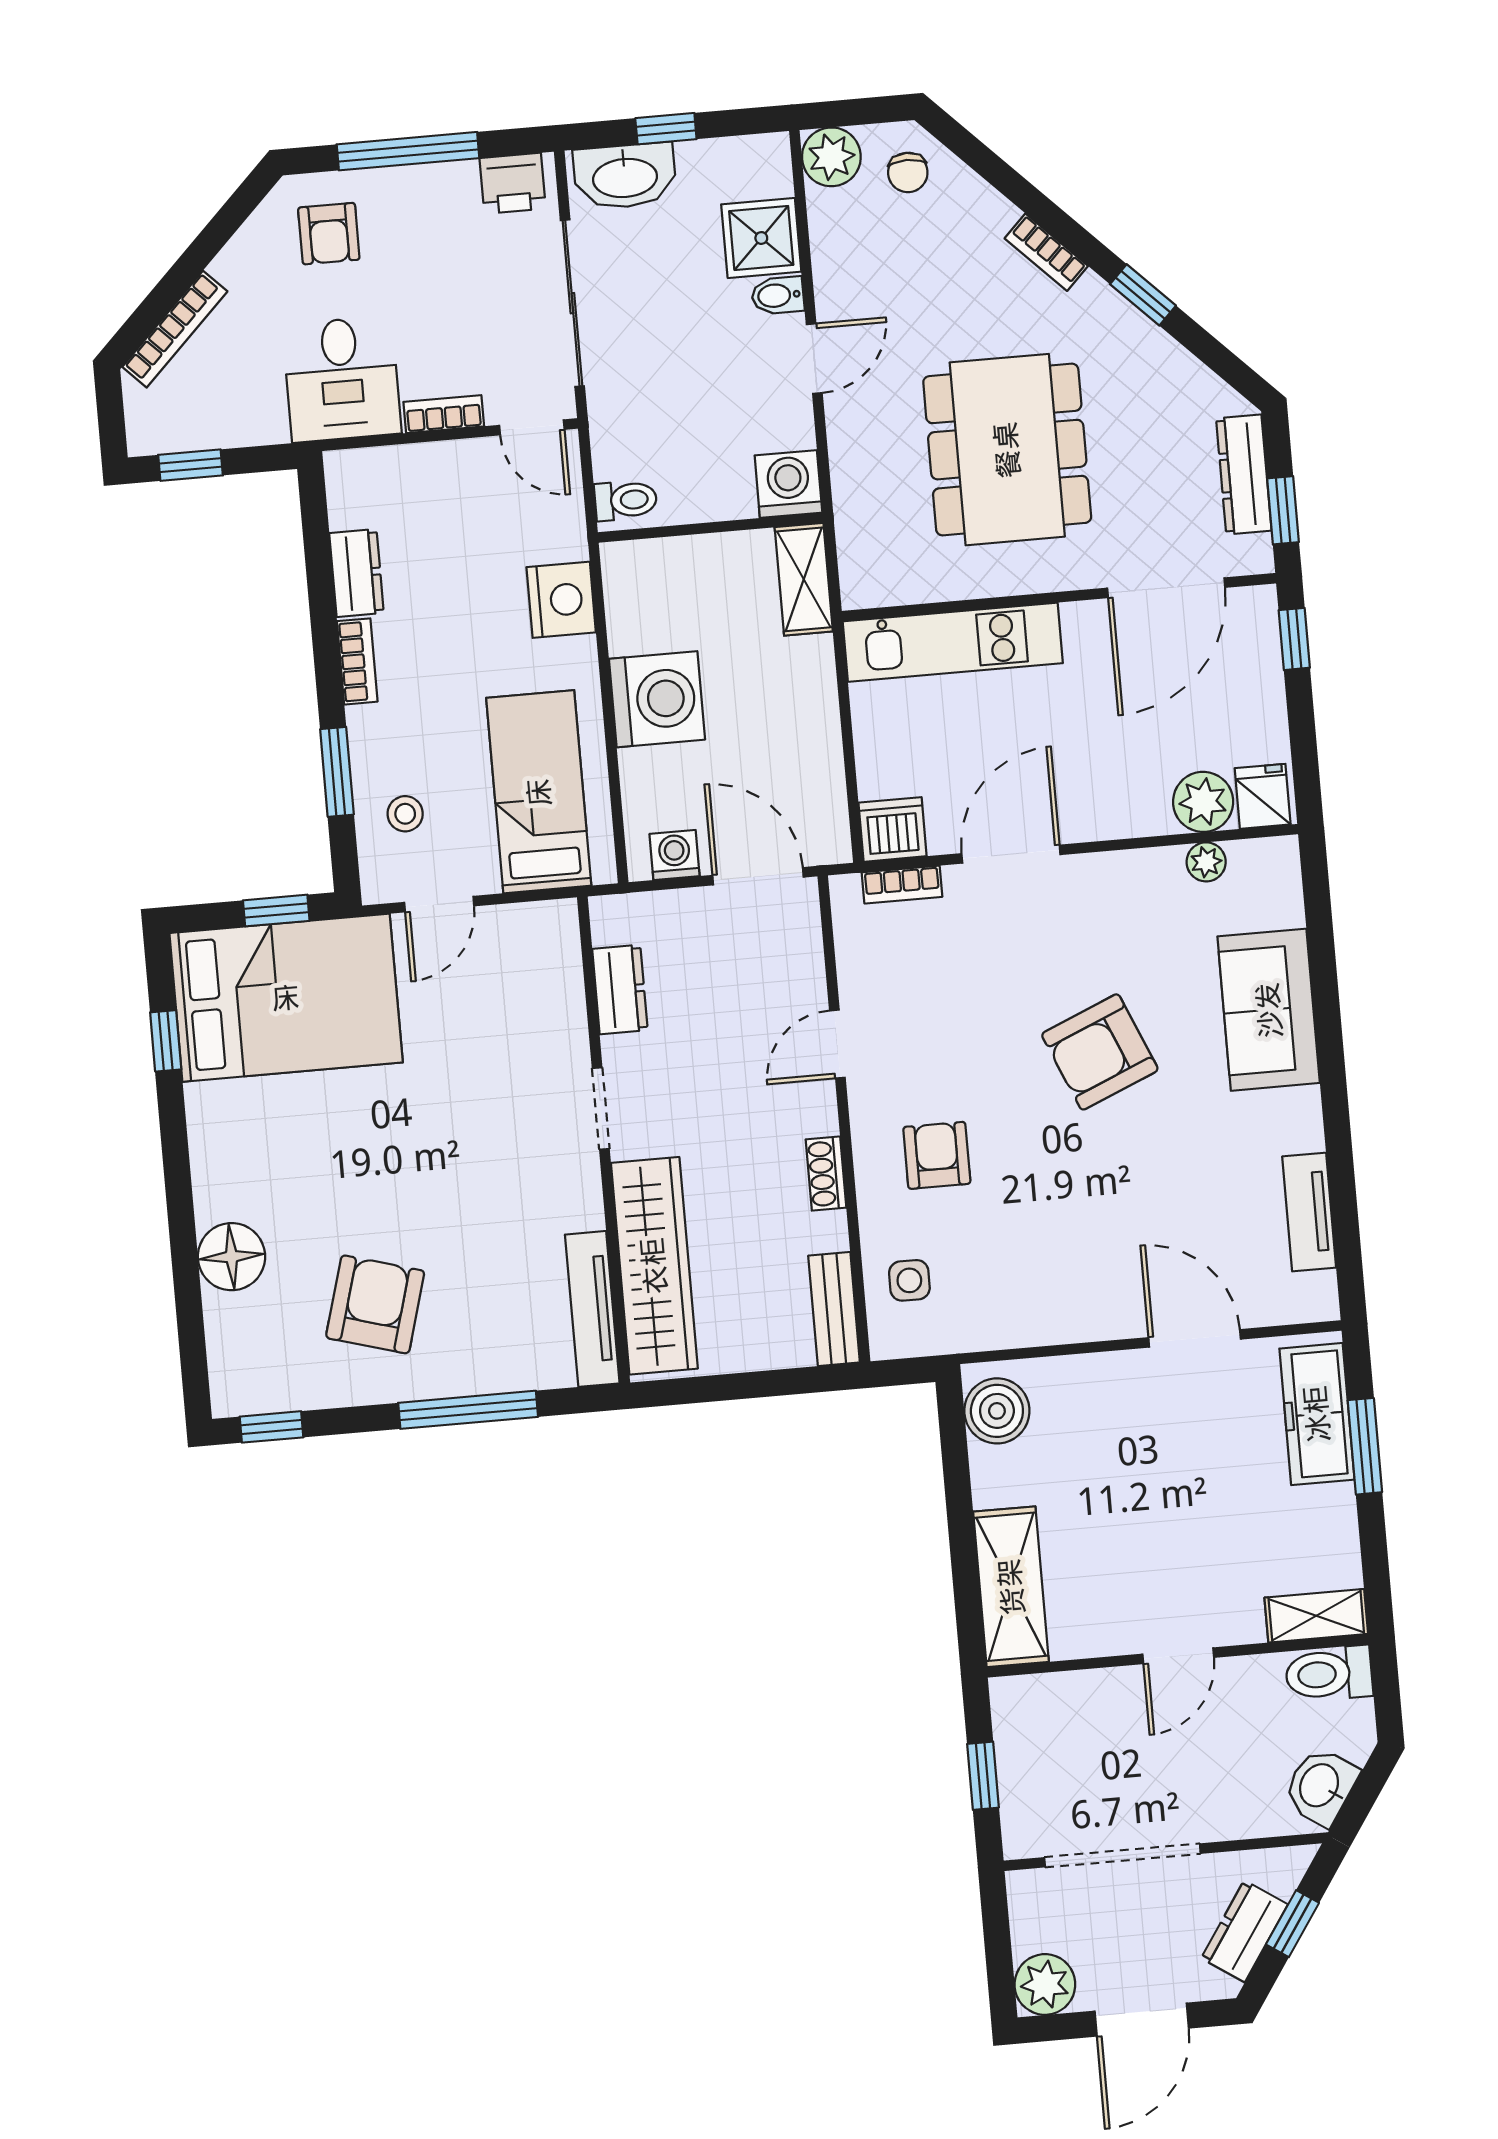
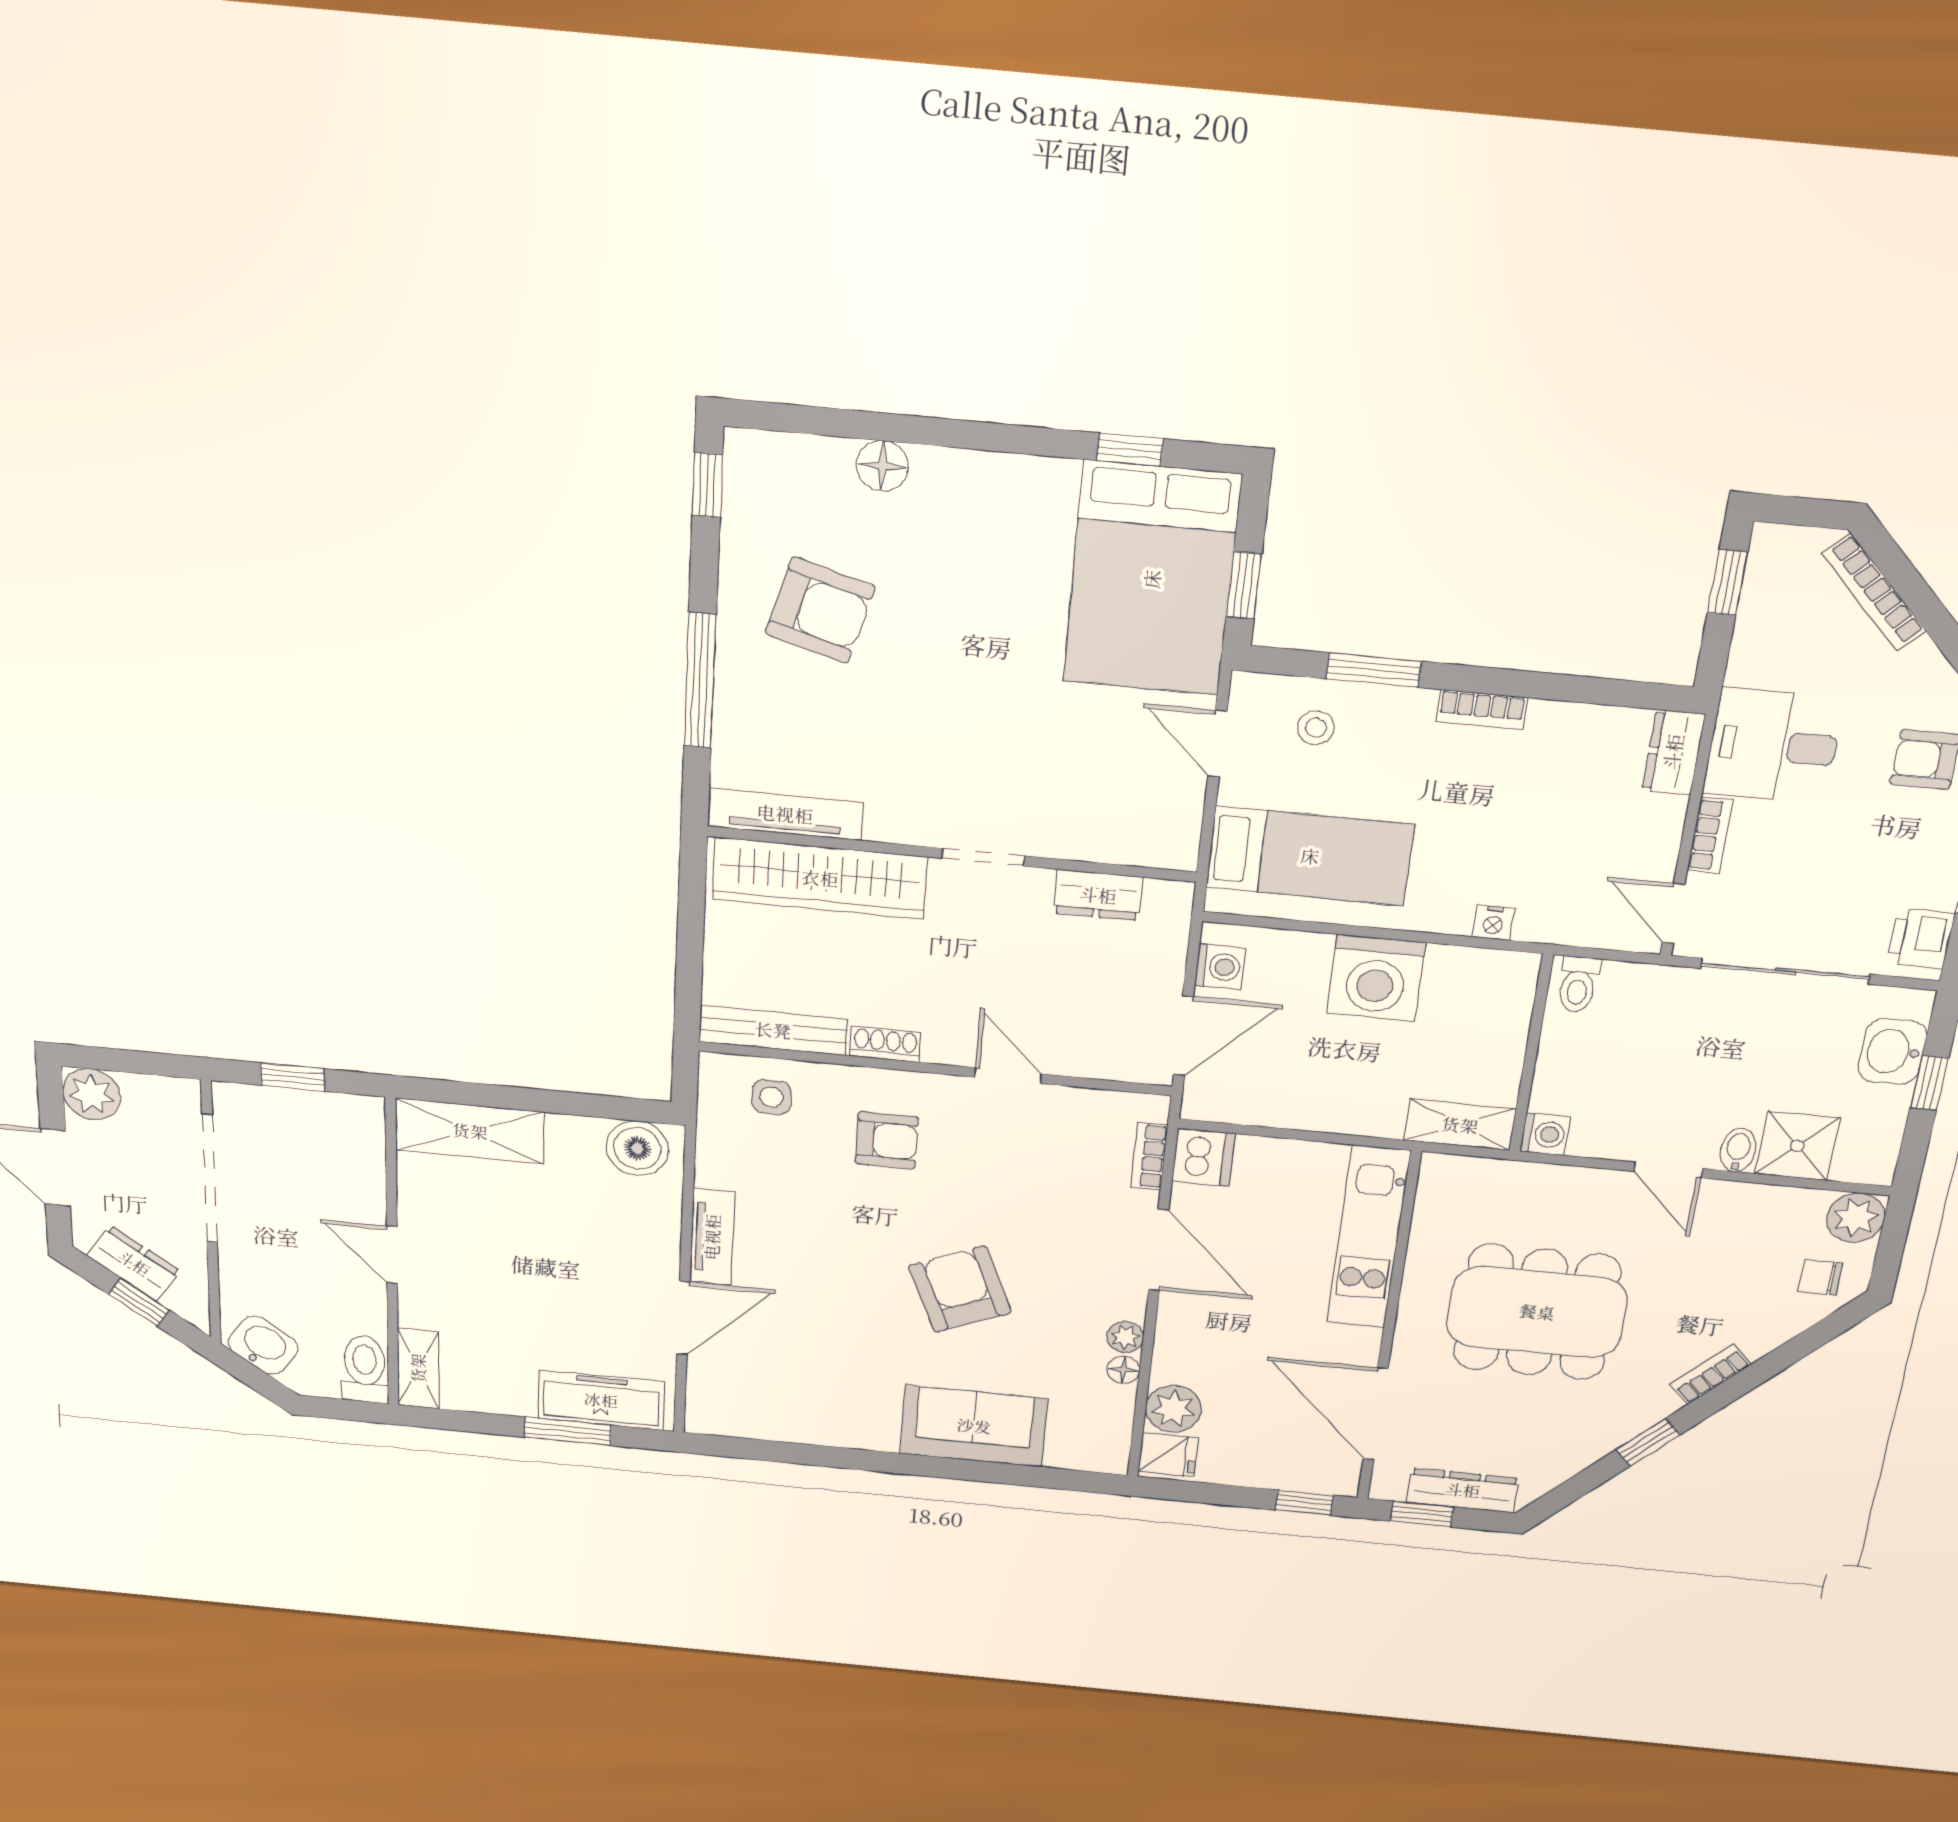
washbasin: (625, 176) -> (1892, 1052), width x0.72
door: (532, 427) -> (1673, 913), hinge flipped
washing machine: (788, 484) -> (1545, 1134), width x0.73, depth x0.73
dresser: (357, 573) -> (1673, 752), moved, turned 90
nightstand: (561, 600) -> (1493, 923), width x0.53, depth x0.56
plant: (1206, 862) -> (1125, 1337), moved
floor lamp: (1165, 864) -> (1123, 1370), added
tv unit: (1309, 1212) -> (712, 1237), moved, turned 90
floor lamp: (231, 1257) -> (882, 466), width x0.73, depth x0.73
bench: (834, 1309) -> (773, 1030), width x1.36

